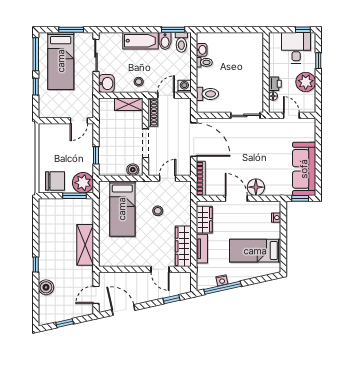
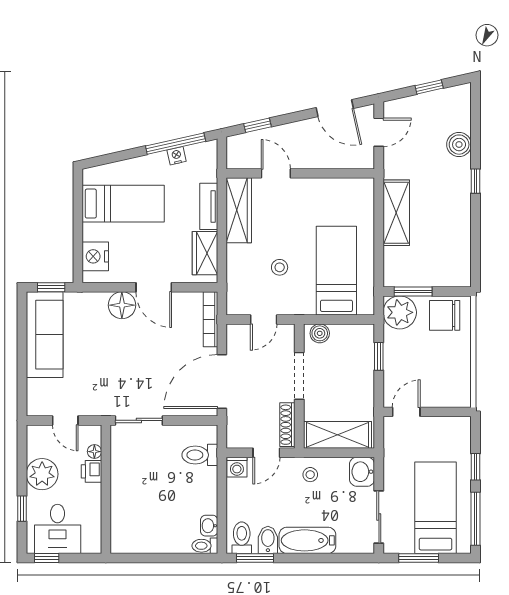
toilet: (204, 62) -> (205, 546), moved
shelving: (129, 104) -> (337, 435), width x1.50, depth x1.33
door: (194, 140) -> (222, 382), hinge flipped
nightstand: (276, 218) -> (95, 256), width x1.89, depth x1.79

